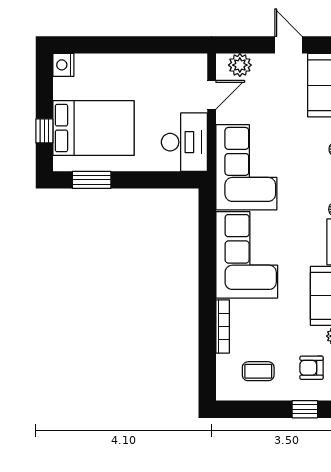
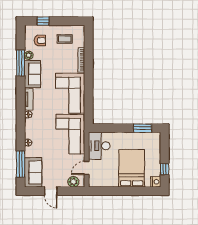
bed: (94, 128) -> (132, 168), moved, turned 90
window: (44, 131) -> (165, 169), moved

